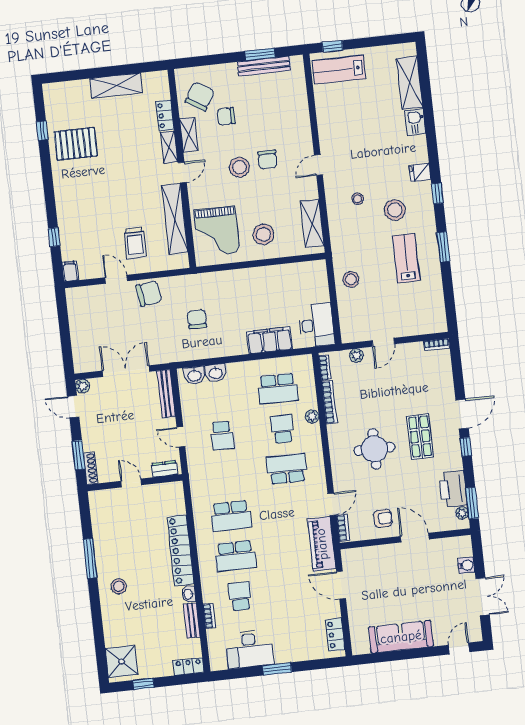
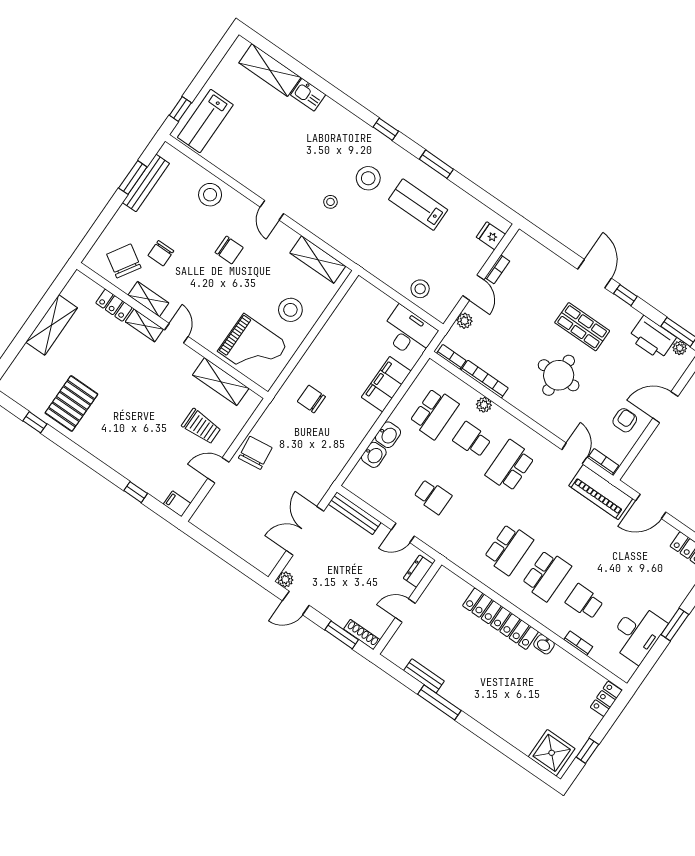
stool: (239, 167) -> (210, 195), moved
fridge: (420, 172) -> (491, 236), moved, turned 90
shelving: (175, 219) -> (221, 382), width x0.68
stool: (351, 279) -> (420, 289), moved
chair: (197, 319) -> (311, 399), moved
bookcase: (436, 344) -> (497, 269), moved
washbasin: (194, 375) -> (388, 435), moved
stool: (119, 586) -> (485, 699), removed
bench: (192, 621) -> (424, 676), moved

